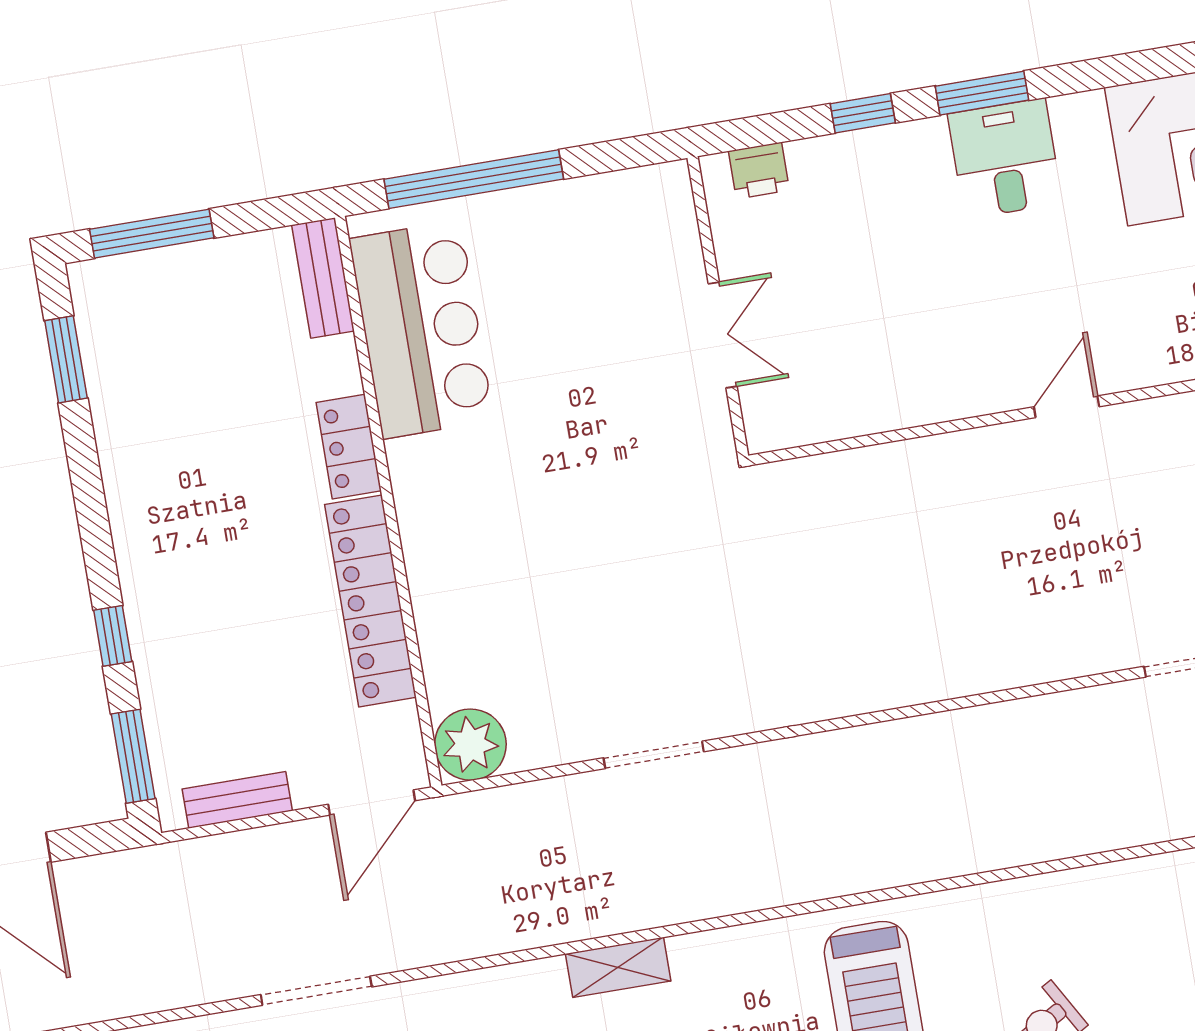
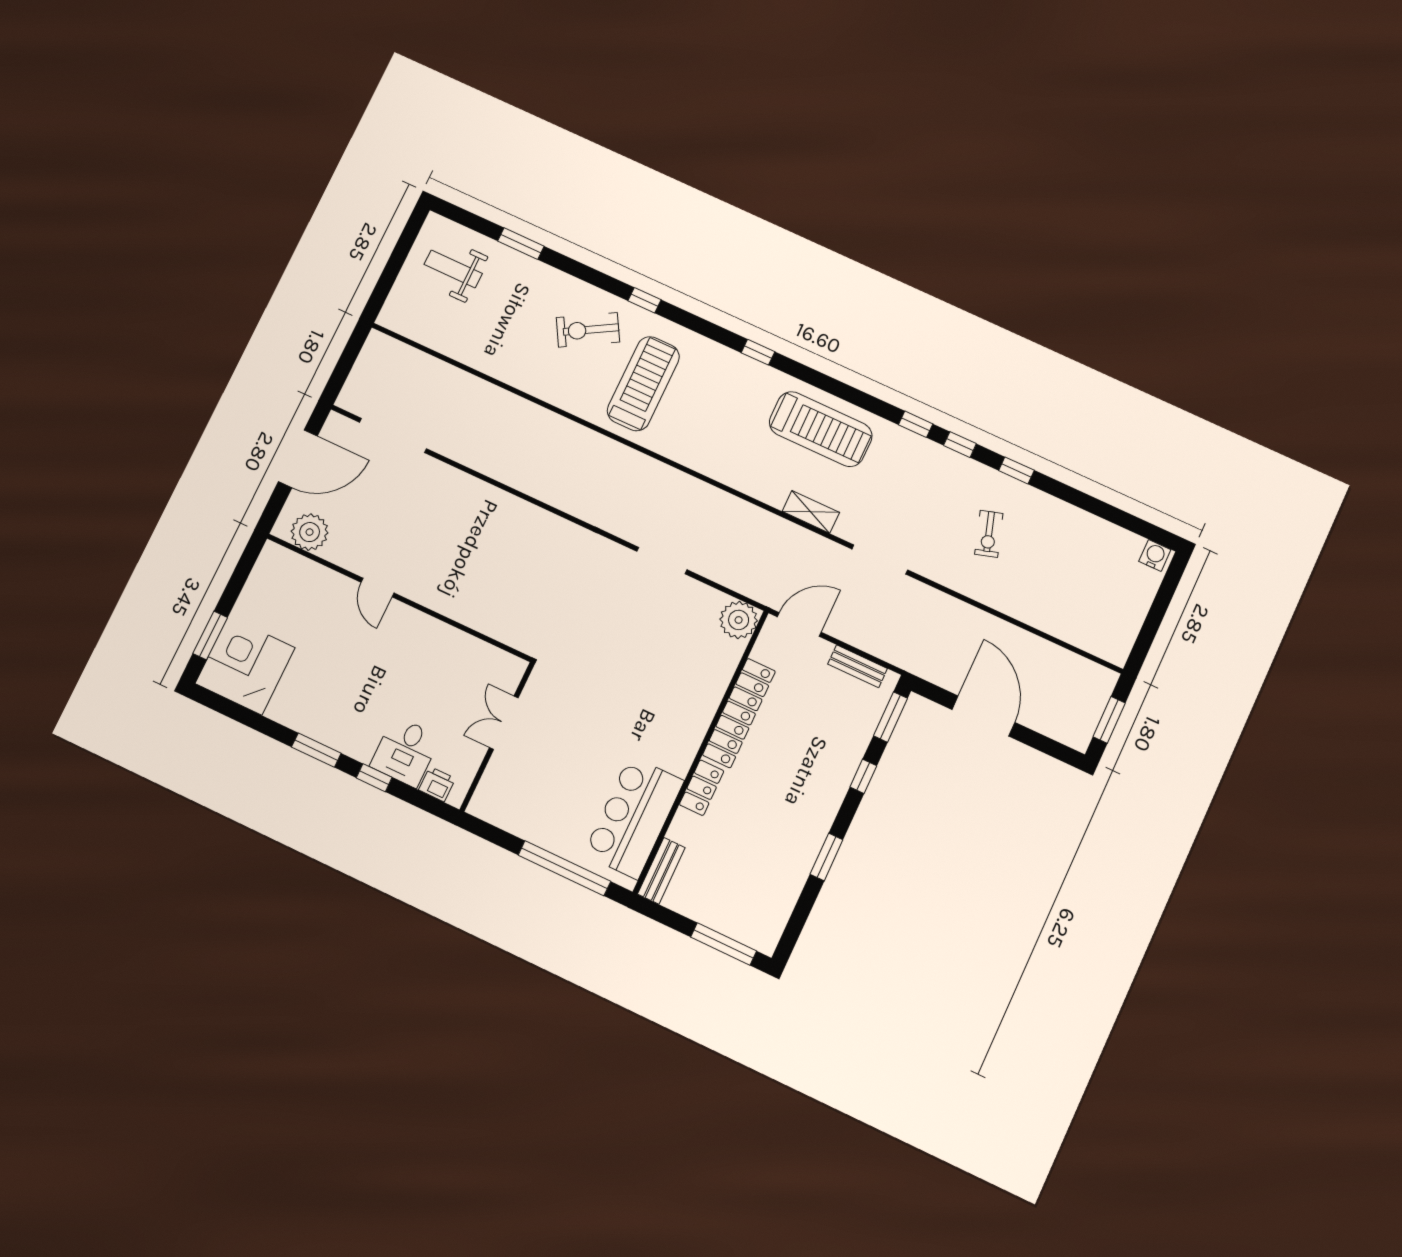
desk: (1005, 159) -> (405, 752), moved
window: (66, 359) -> (826, 857), moved
door: (1067, 407) -> (377, 588), hinge flipped
shelving: (618, 967) -> (811, 512), moved

